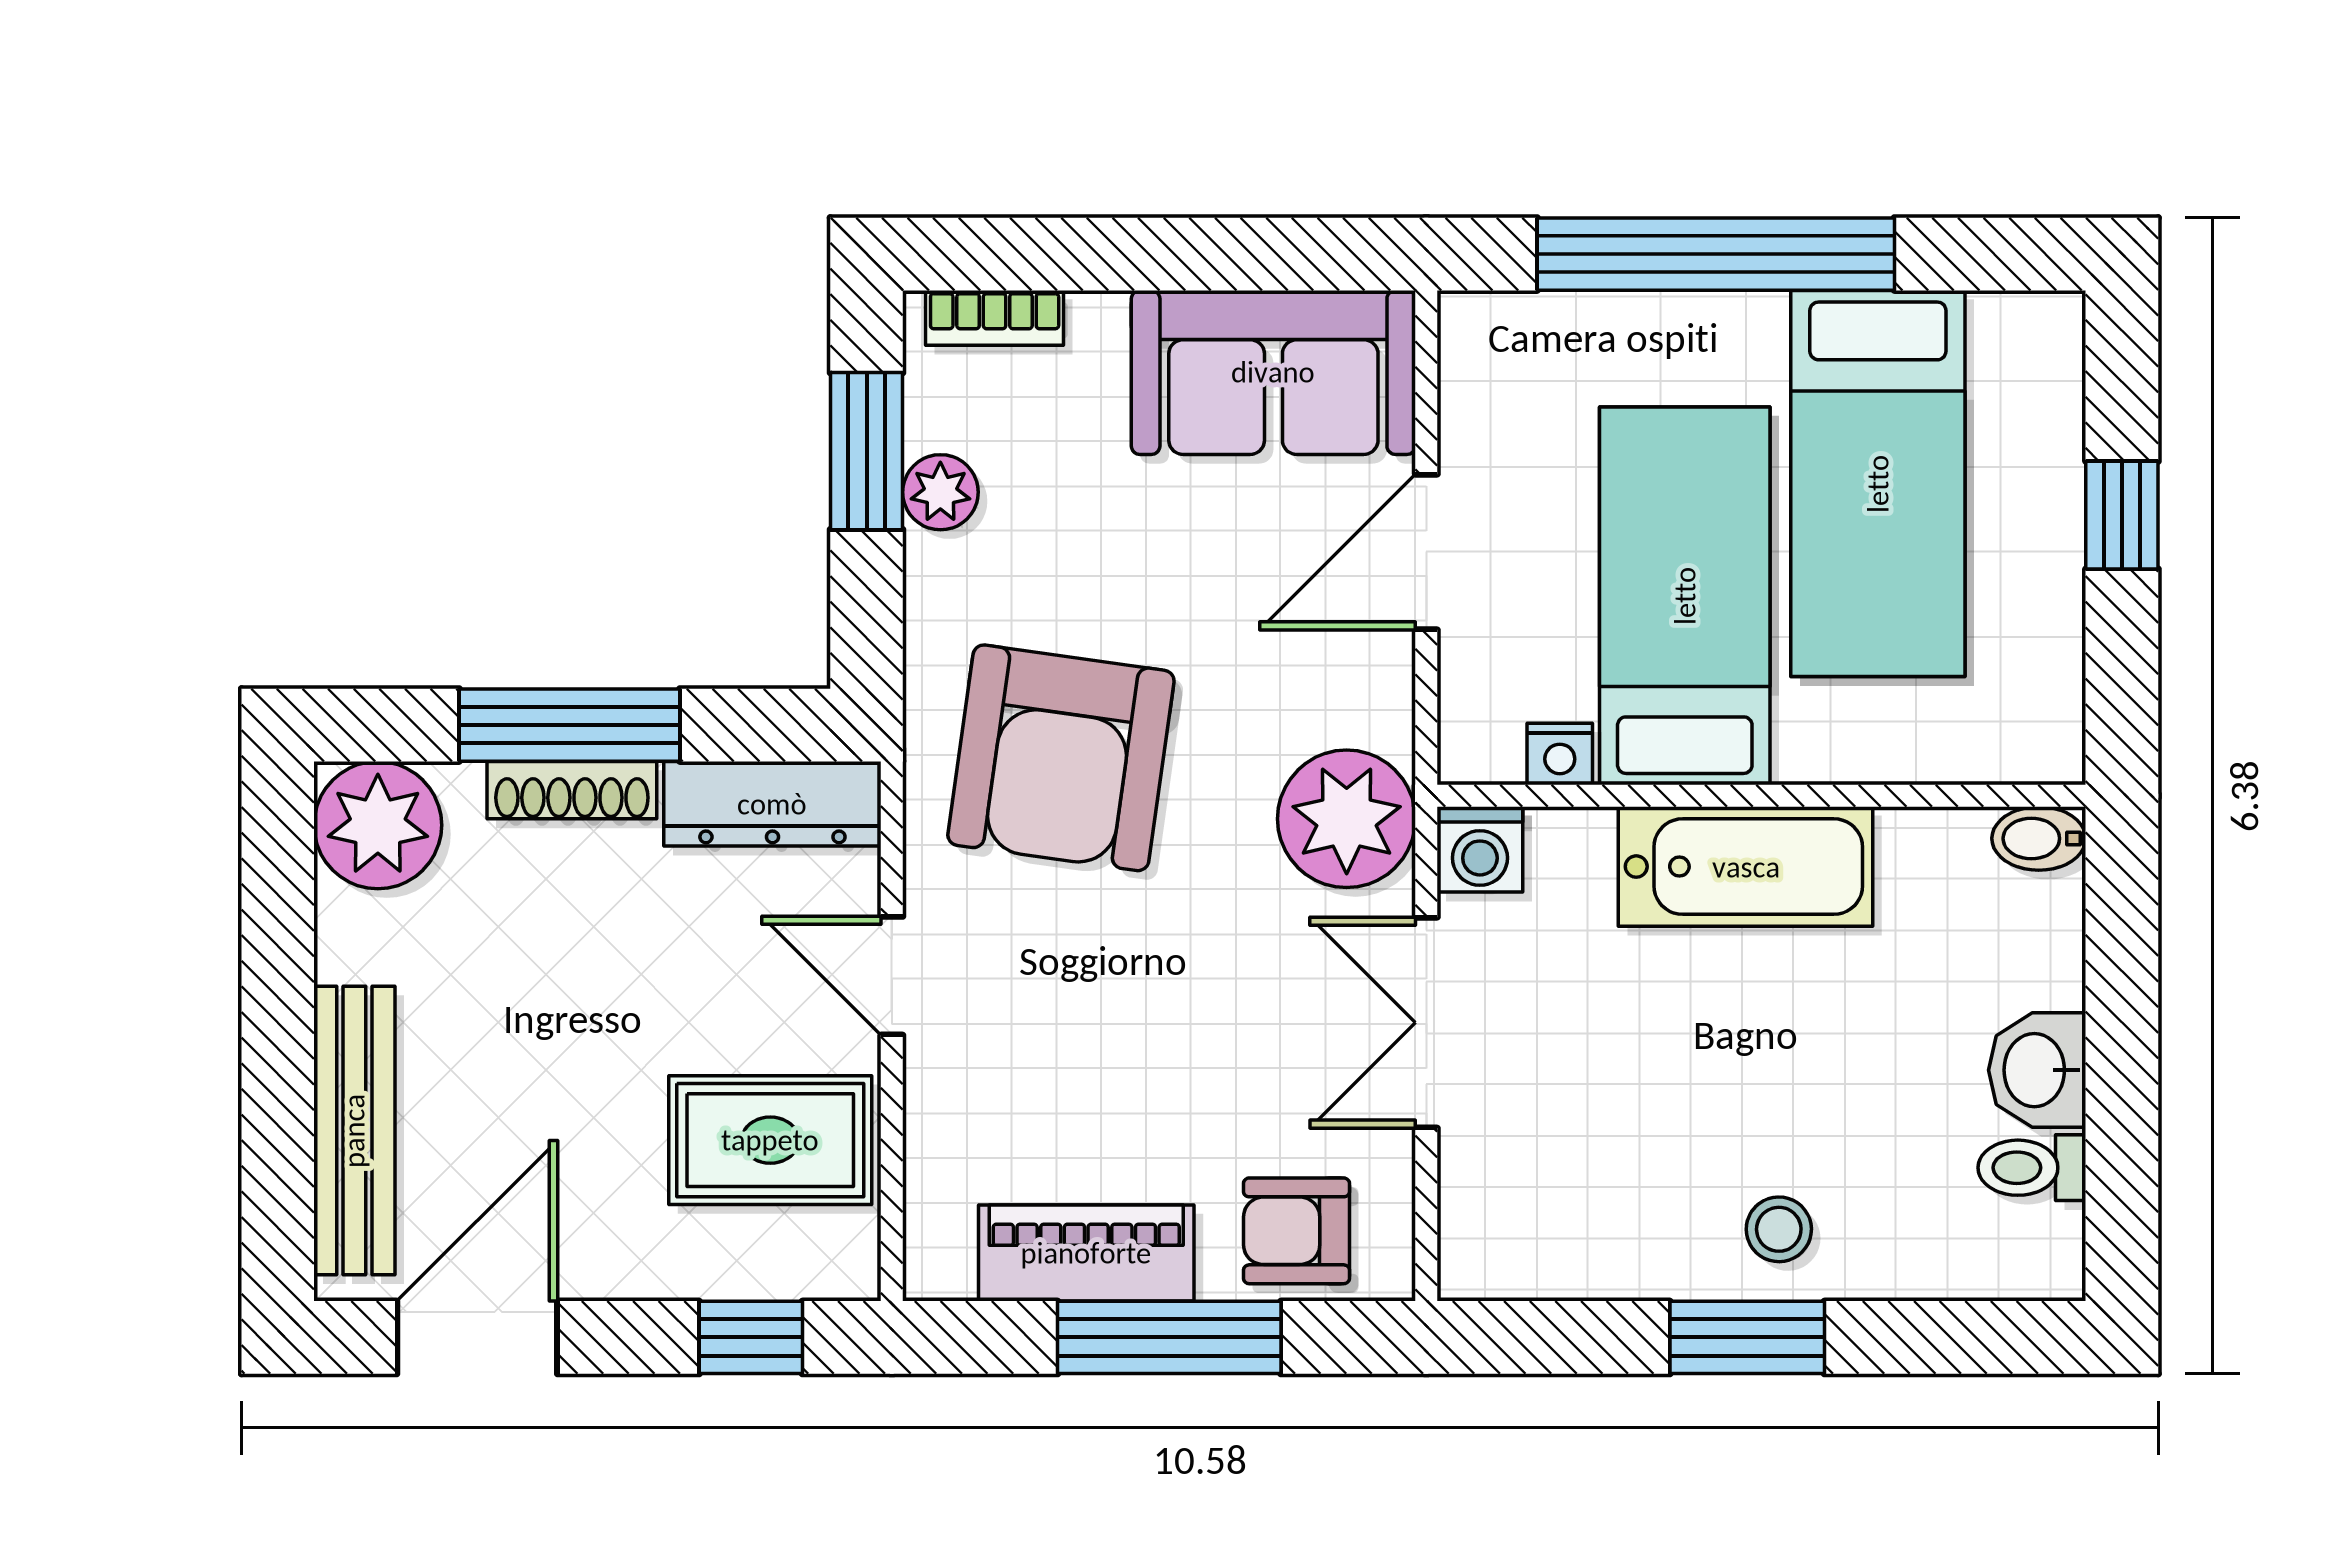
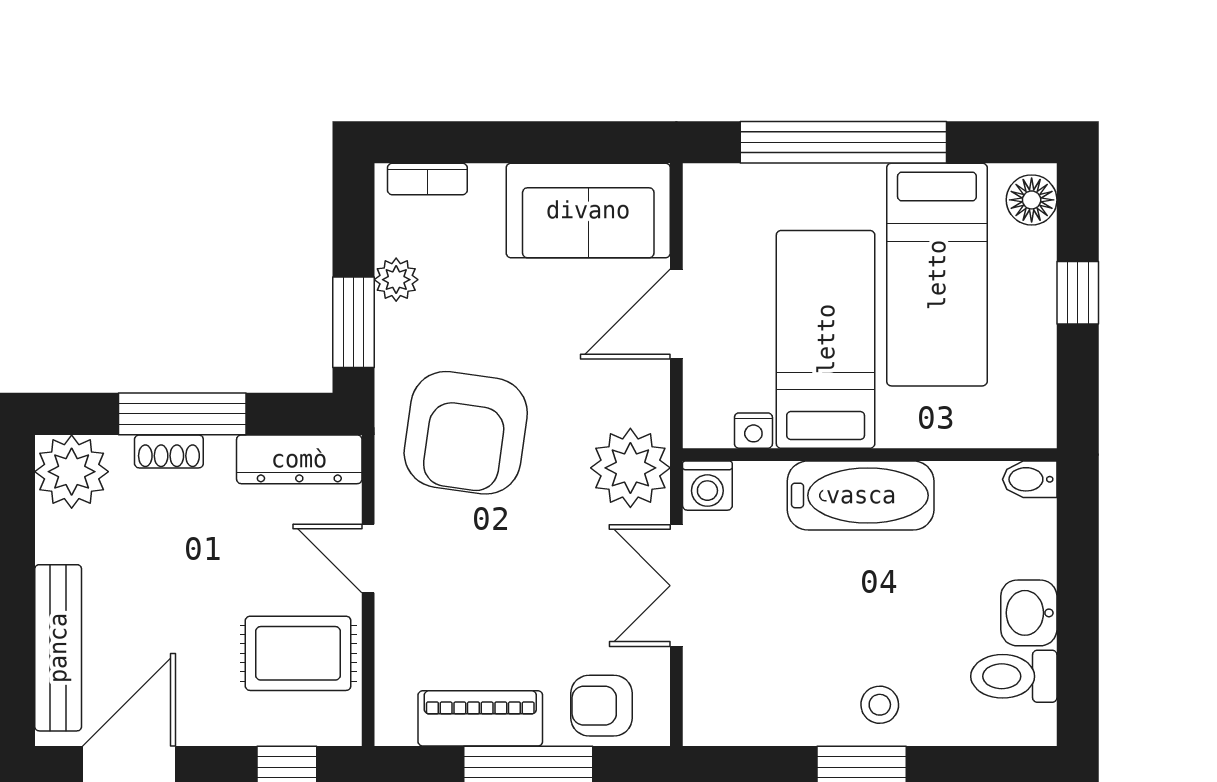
floor lamp: (2042, 354) -> (1032, 200), added
window: (867, 451) -> (354, 322), moved
shoe rack: (572, 790) -> (169, 451), width x0.70
toilet: (2032, 1168) -> (1014, 676), width x1.37, depth x1.39

